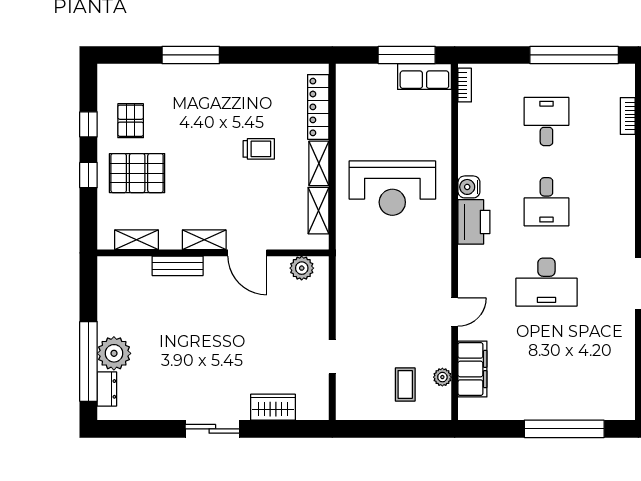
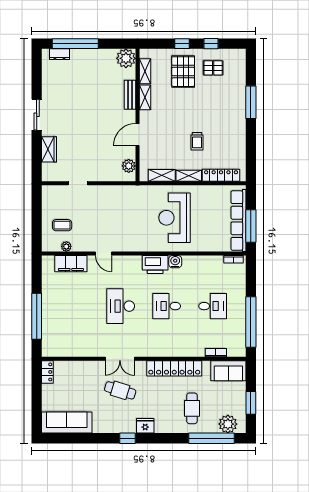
row of seats: (424, 77) -> (238, 221), width x2.02
shelving: (204, 240) -> (145, 97), moved
plant: (114, 353) -> (126, 58), moved

